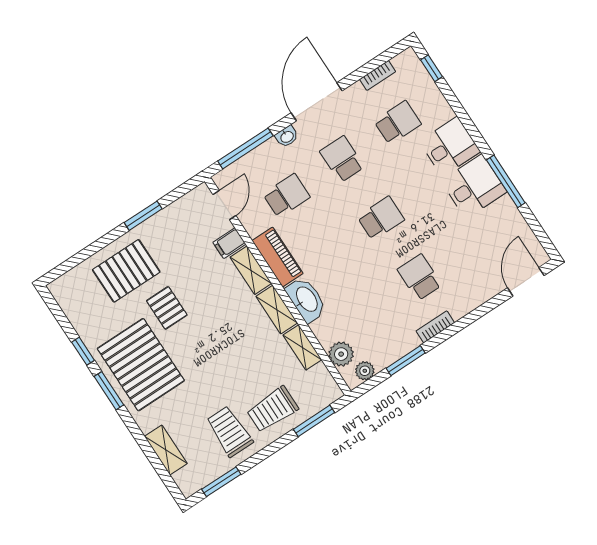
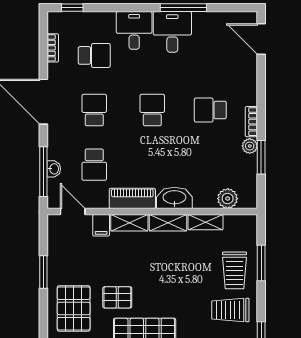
school desk: (398, 123) -> (94, 55), turned 90
washbasin: (287, 137) -> (54, 169), moved
school desk: (342, 159) -> (94, 110), turned 90
school desk: (286, 196) -> (94, 165), turned 180
plant: (365, 371) -> (250, 146), moved
window: (314, 421) -> (261, 263), moved

